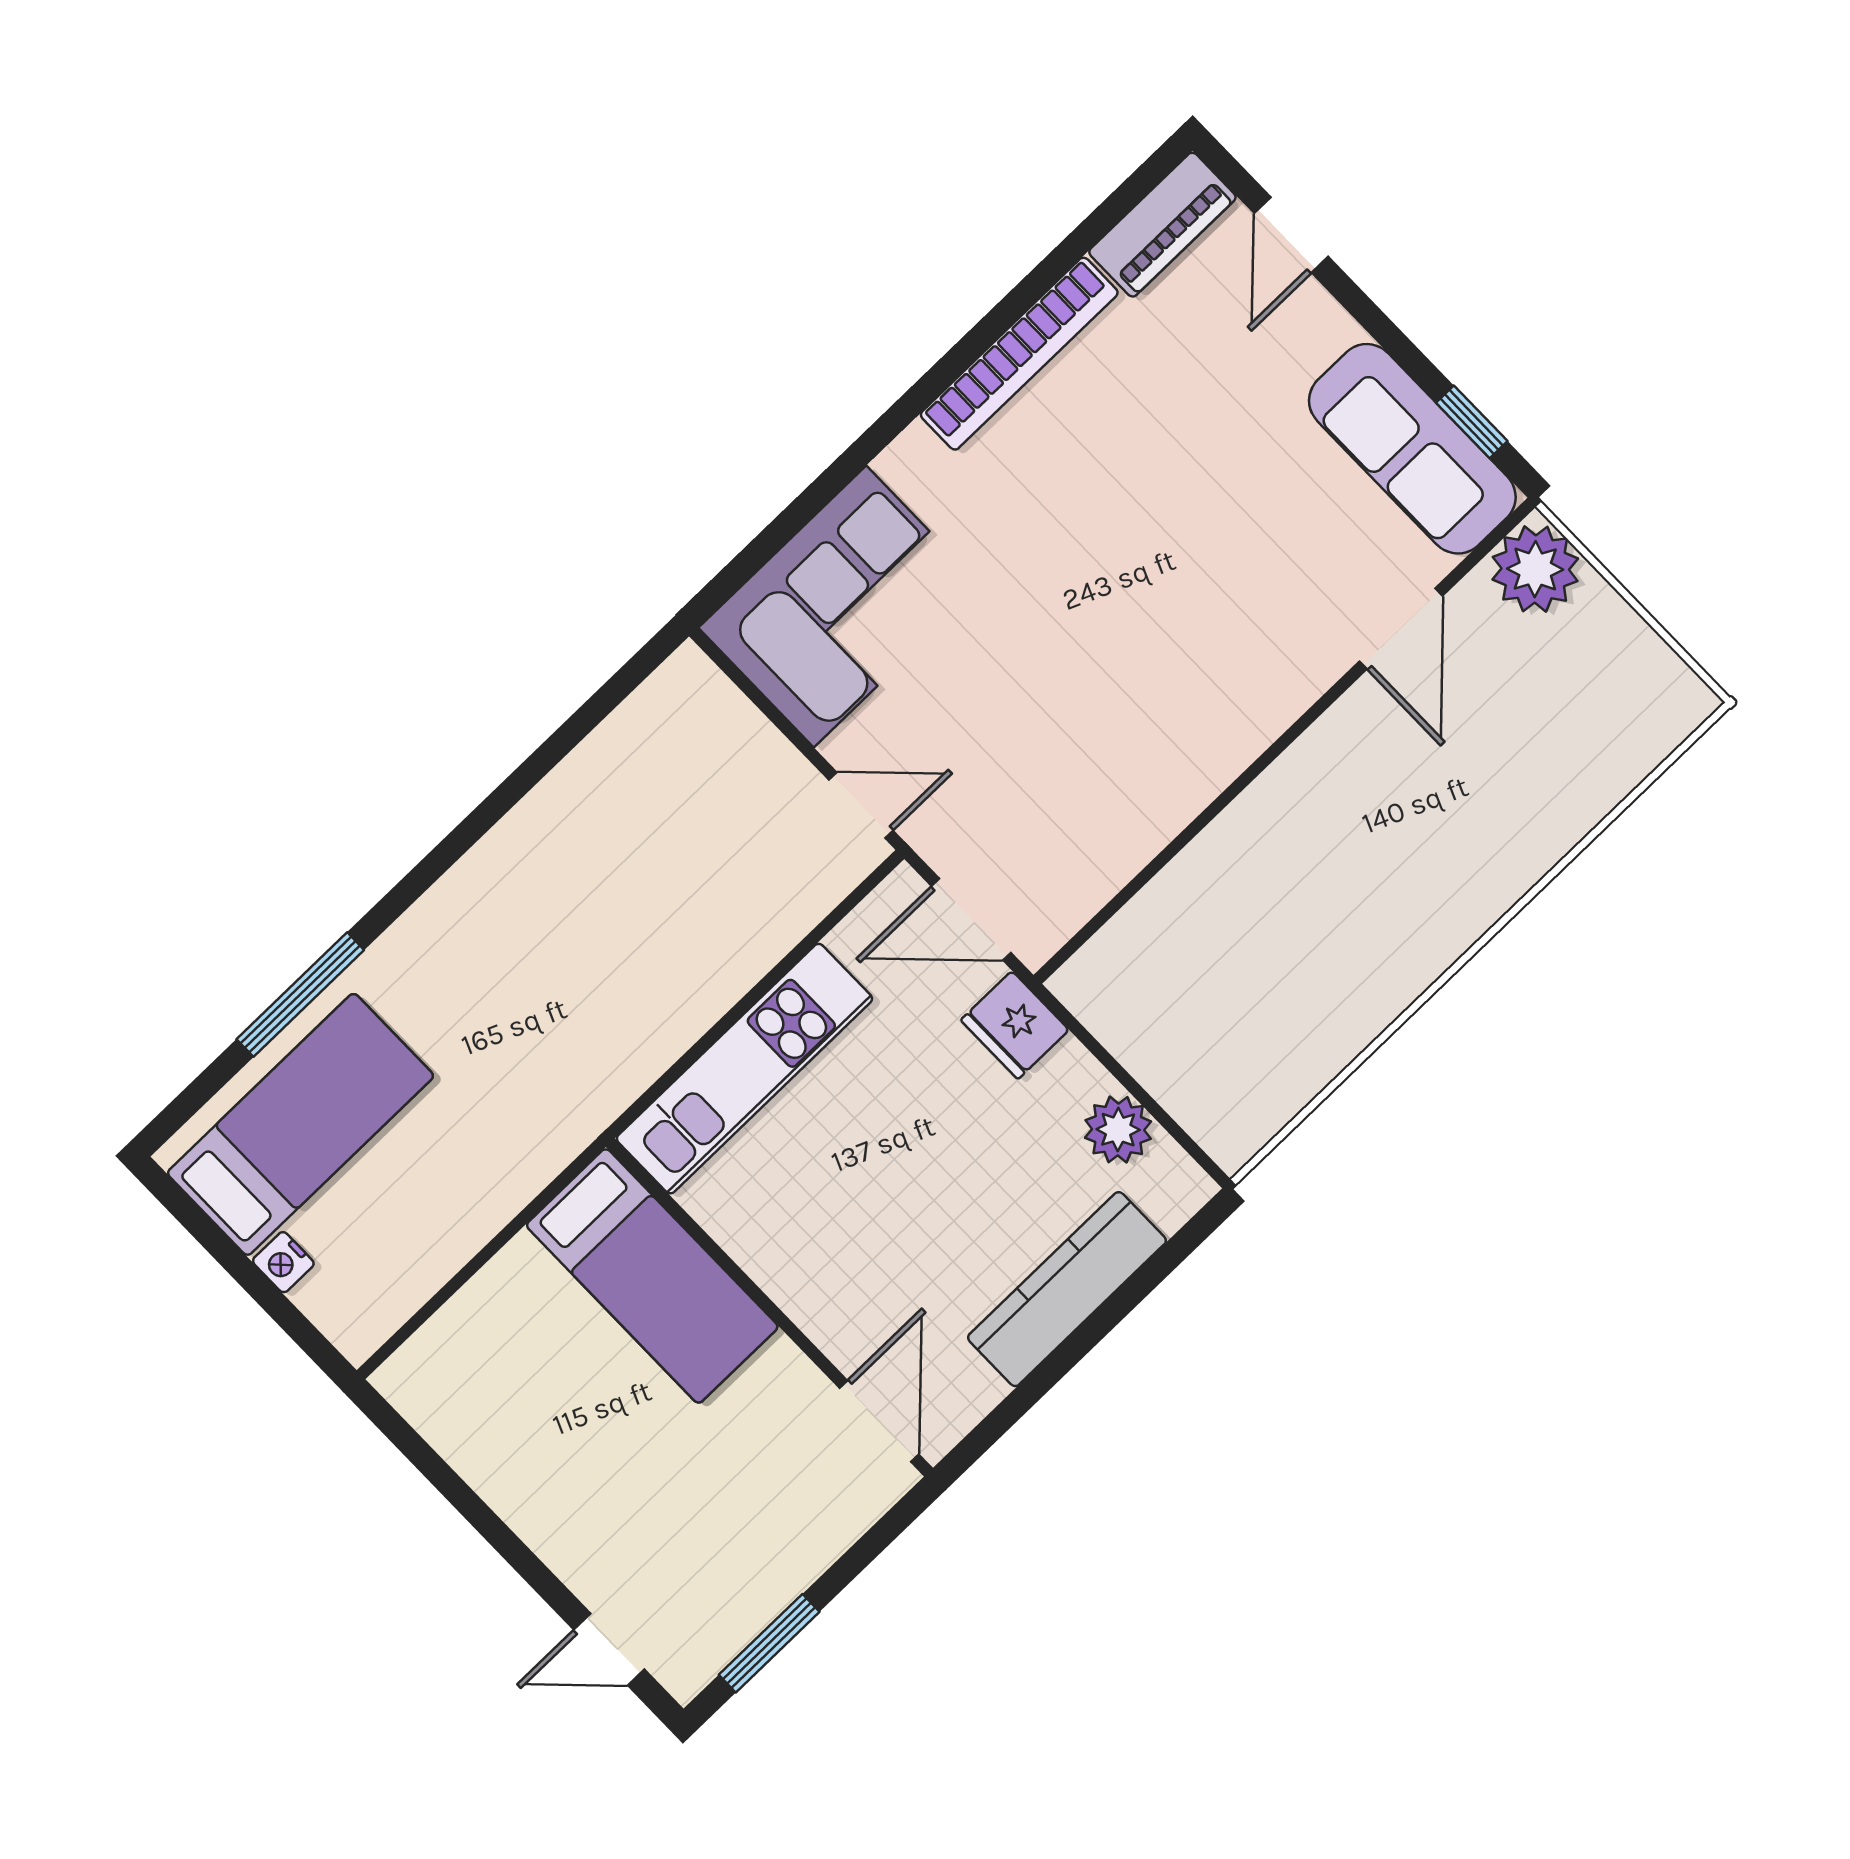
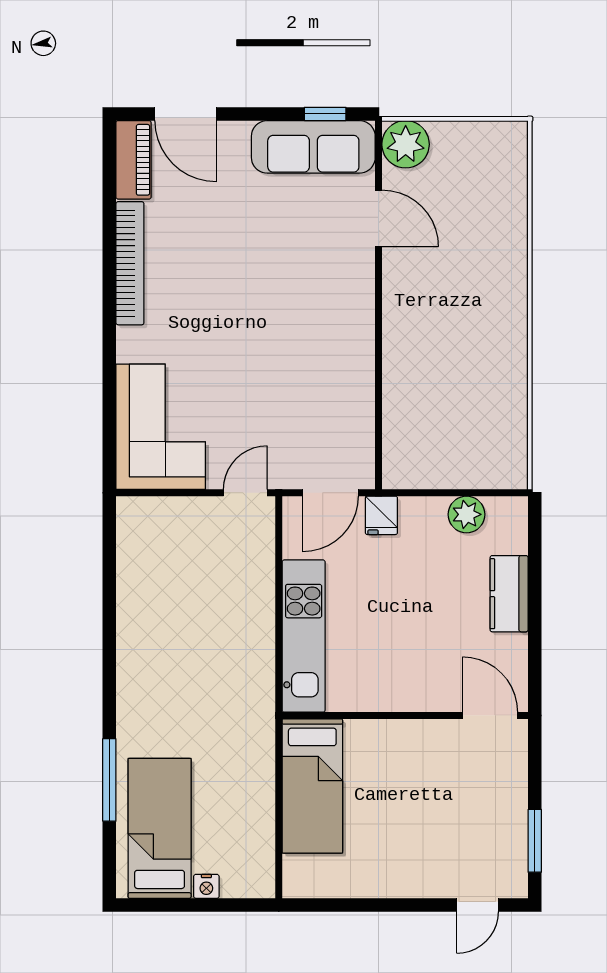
door: (1291, 235) -> (186, 114), width x1.38
fridge: (1015, 1025) -> (381, 515), width x0.72
bed: (652, 1276) -> (312, 786), moved, turned 90
kitchen counter: (1067, 1289) -> (509, 594), width x0.67

